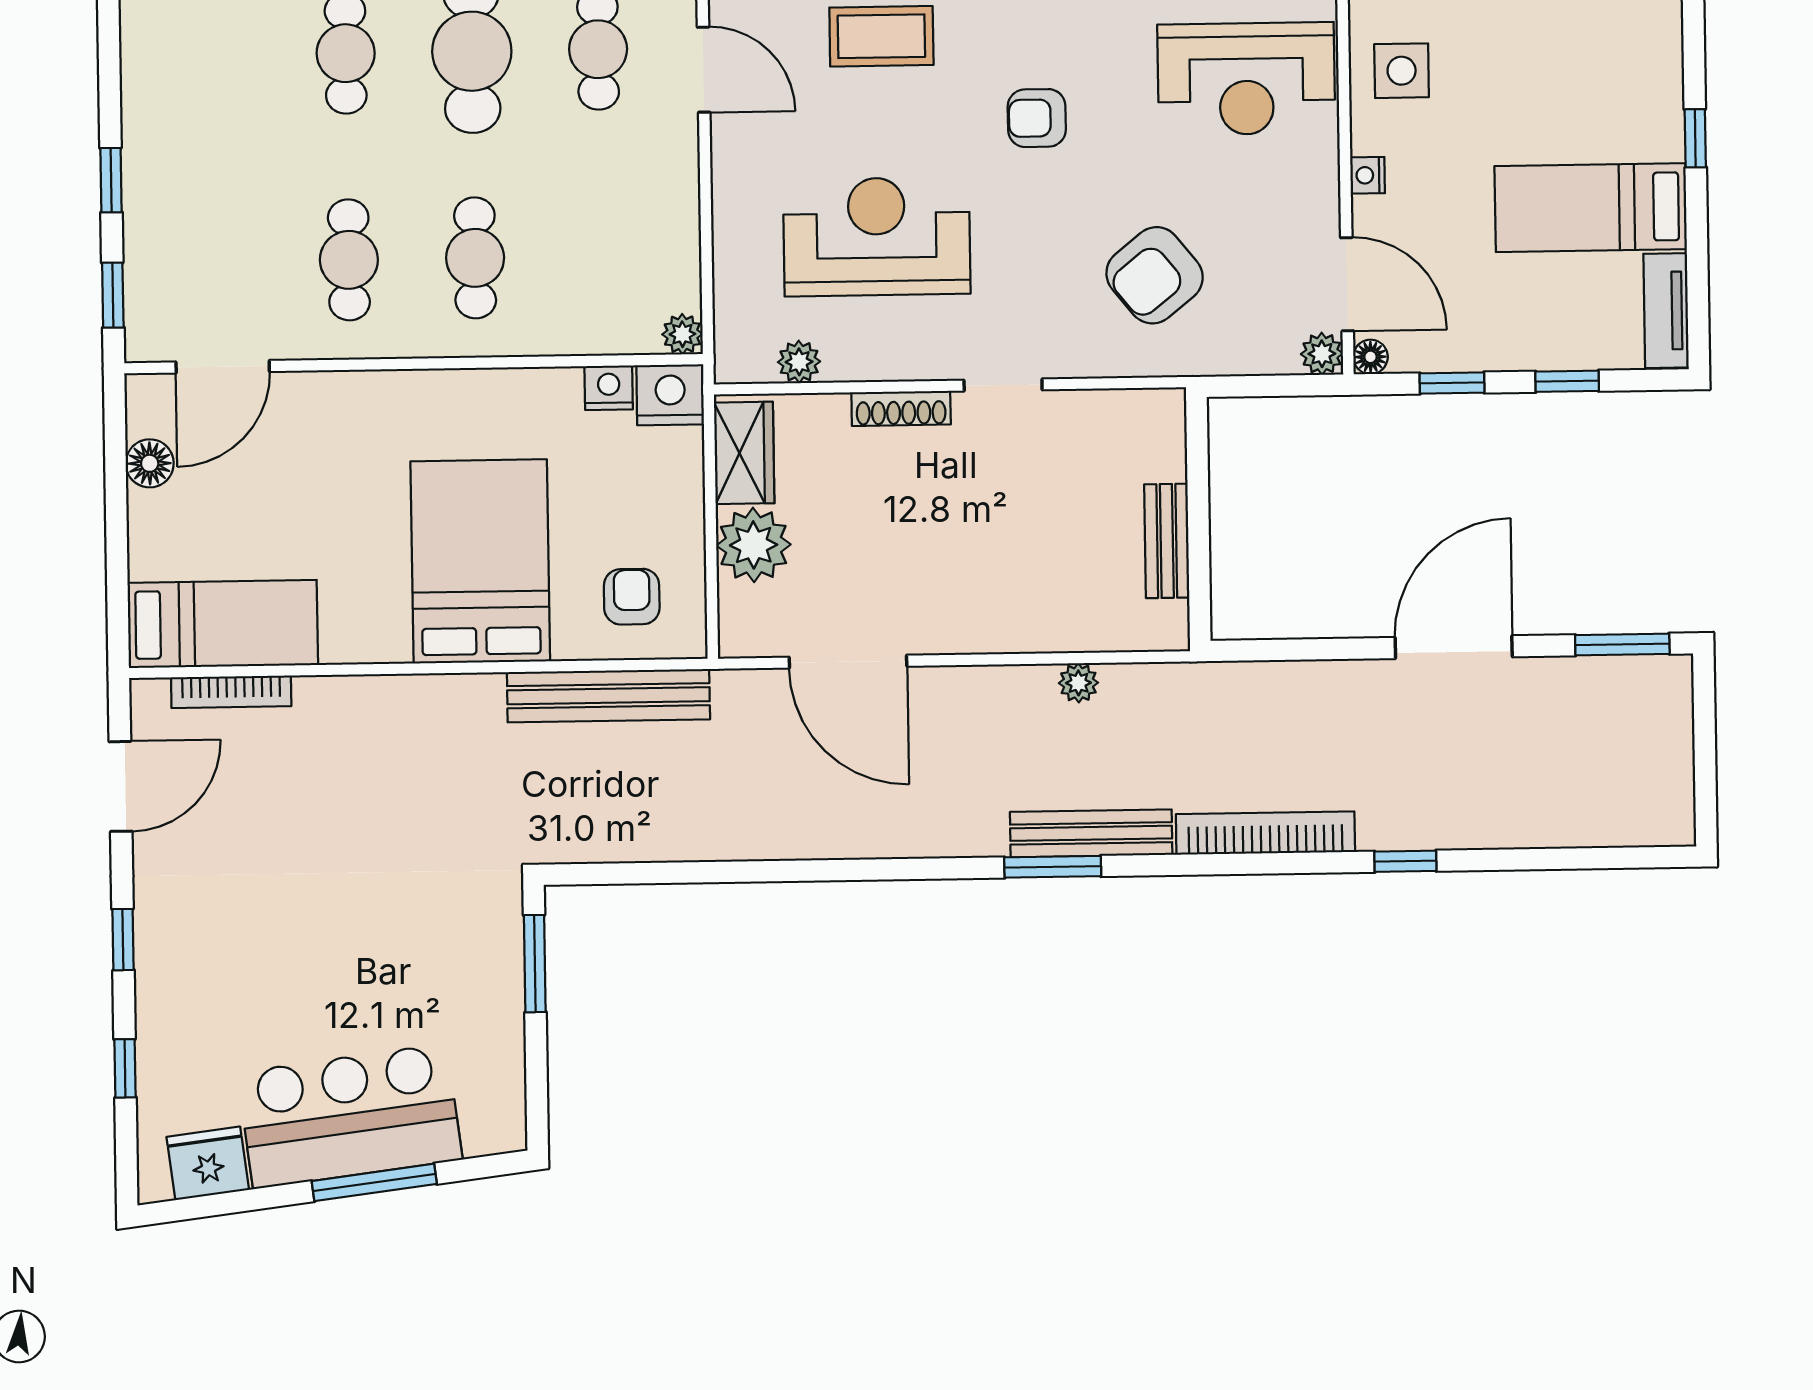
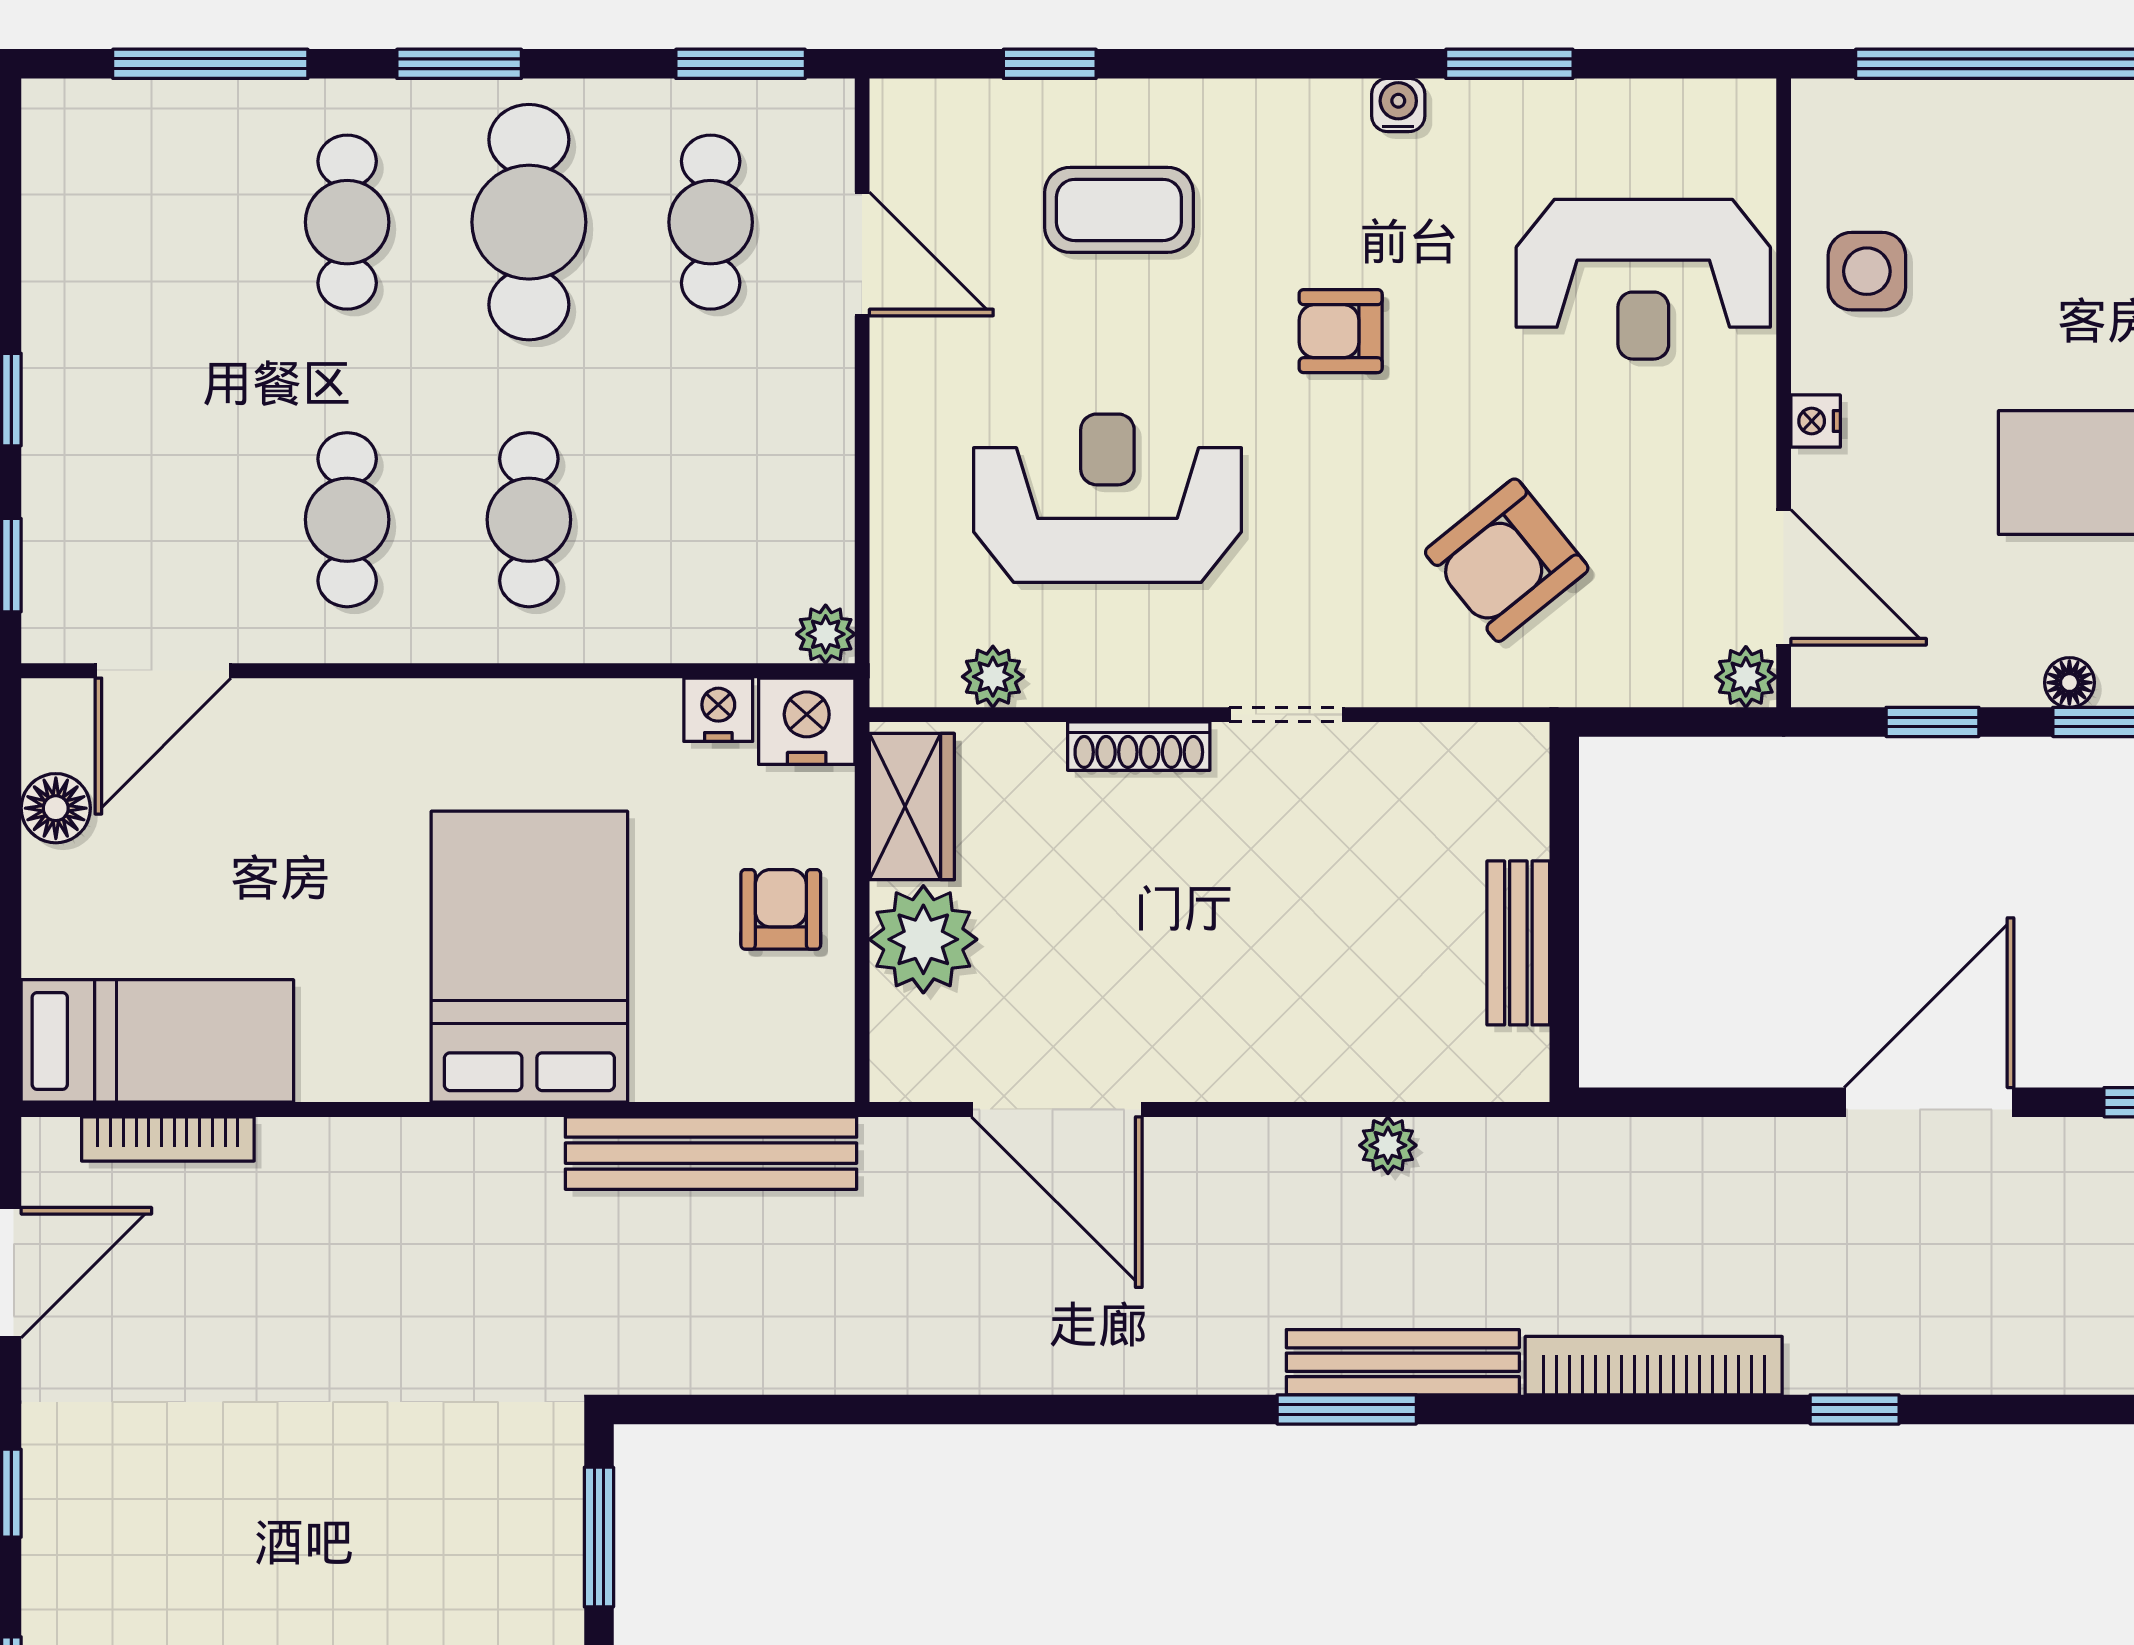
floor lamp: (1371, 357) -> (2069, 683), moved
armchair: (632, 597) -> (781, 909), moved

